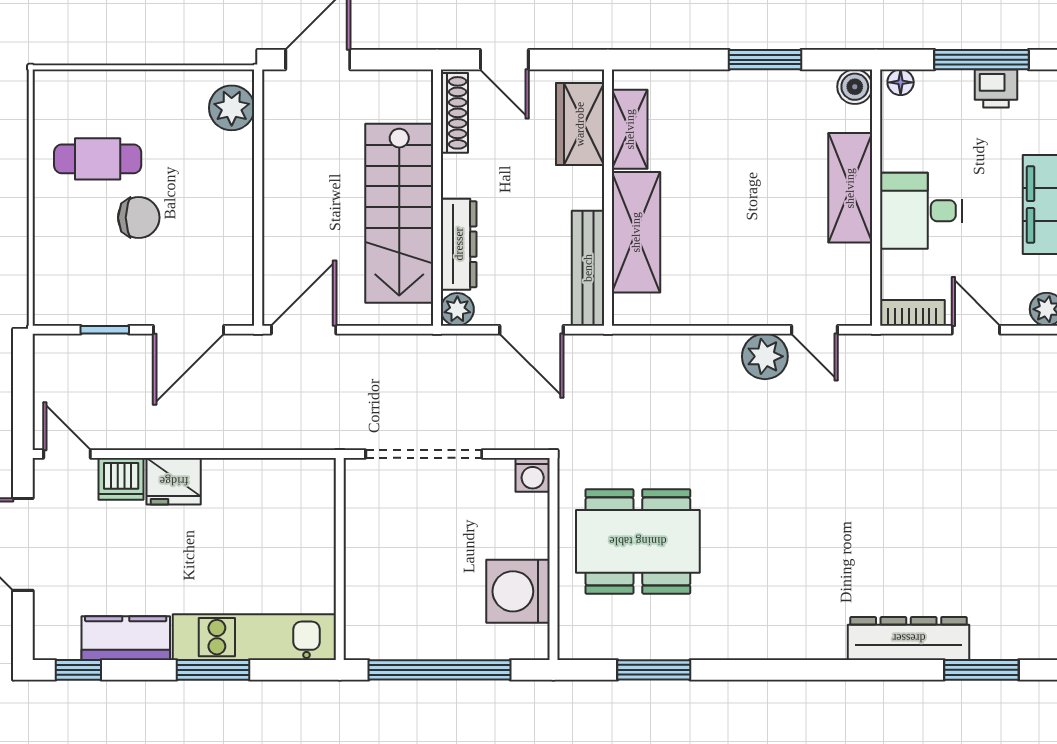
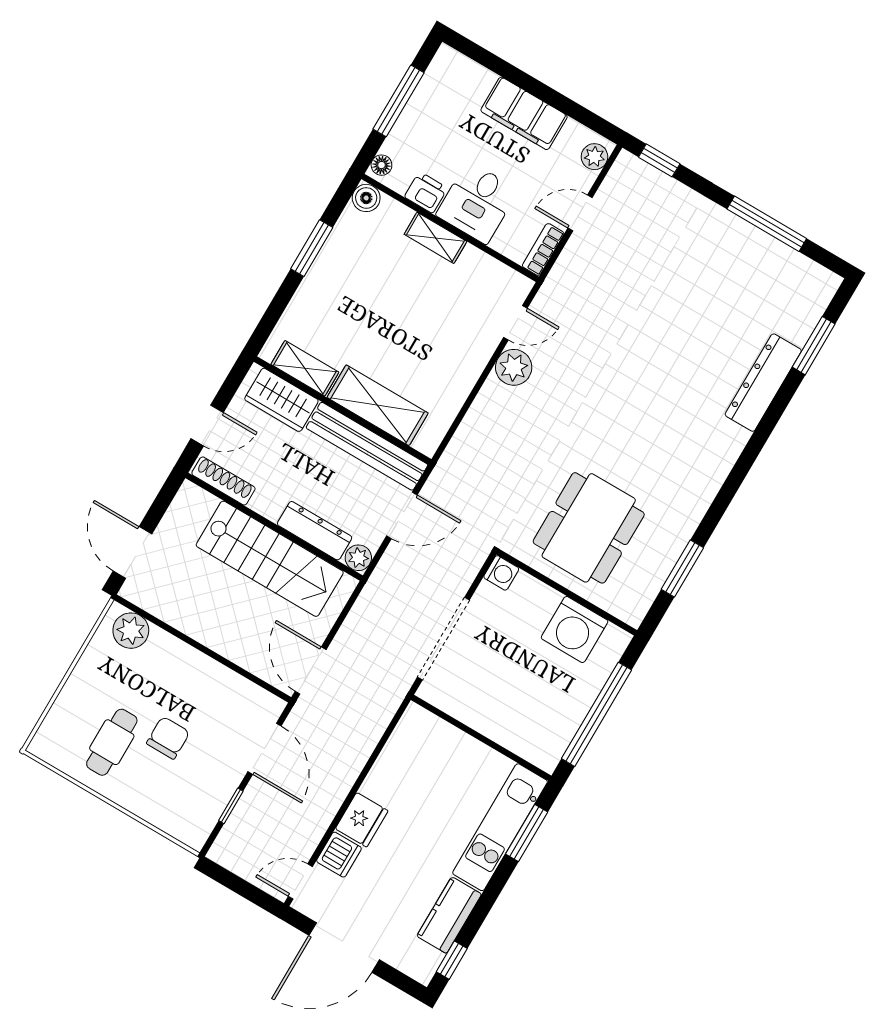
printer: (996, 88) -> (426, 192), moved, turned -90
shelving: (850, 188) -> (435, 238), width x0.67, depth x0.75
bench: (588, 268) -> (367, 446), width x1.37, depth x1.21
window: (213, 670) -> (527, 833), moved

